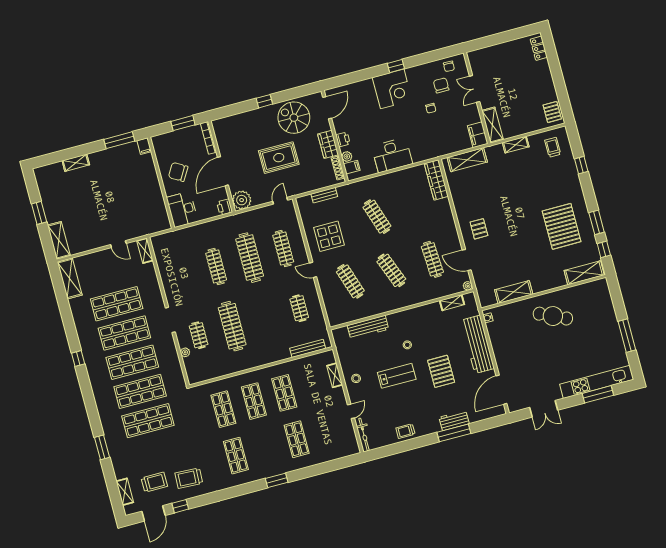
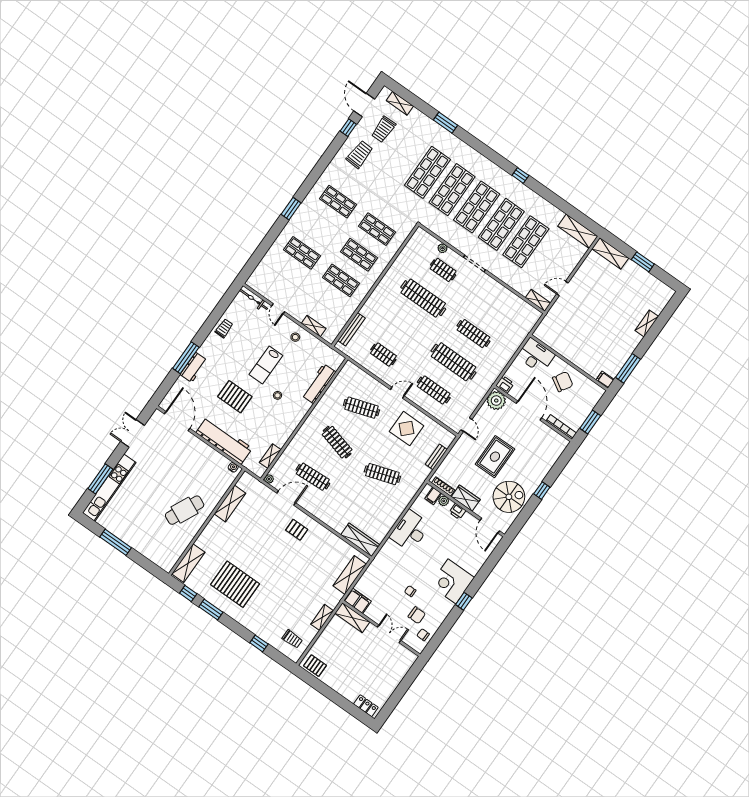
clothes rail: (391, 270) -> (337, 442), turned 36

